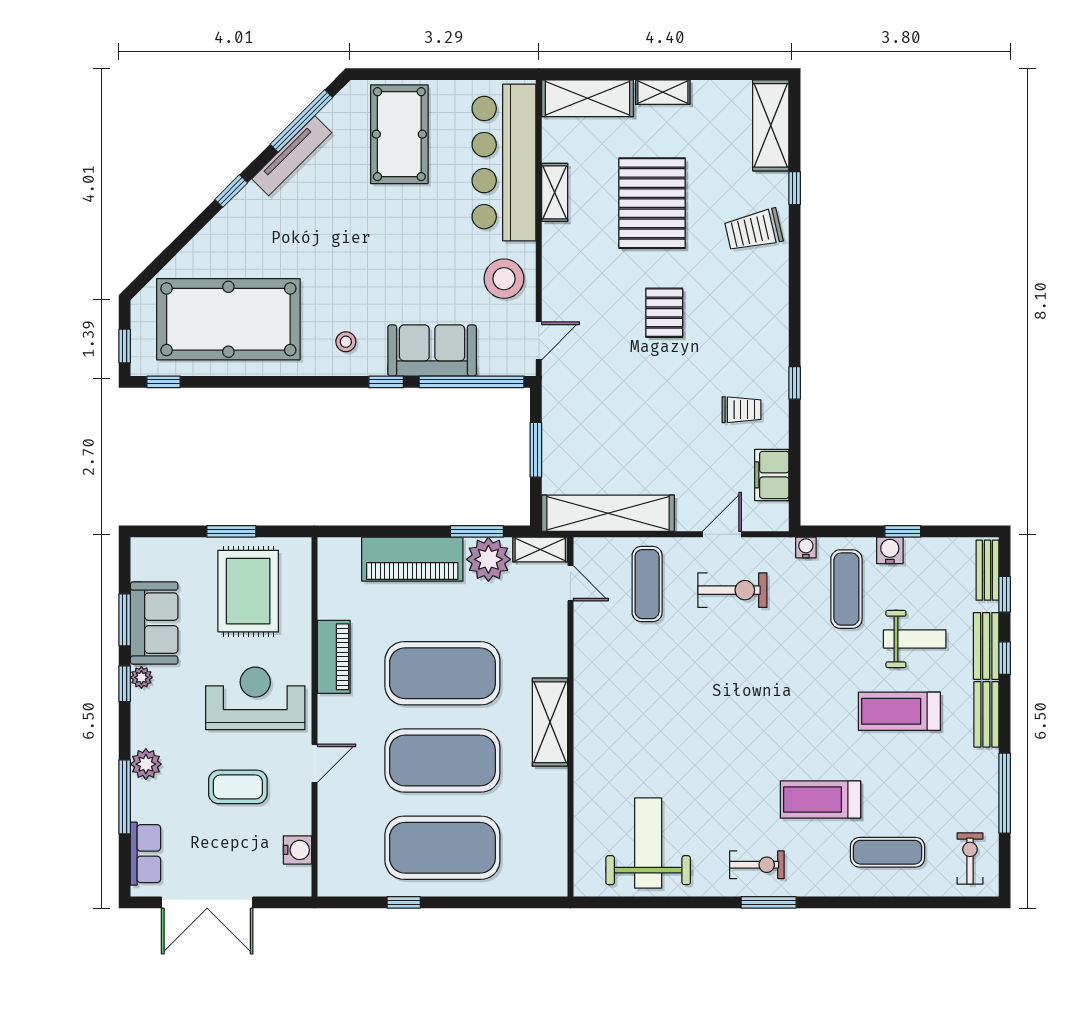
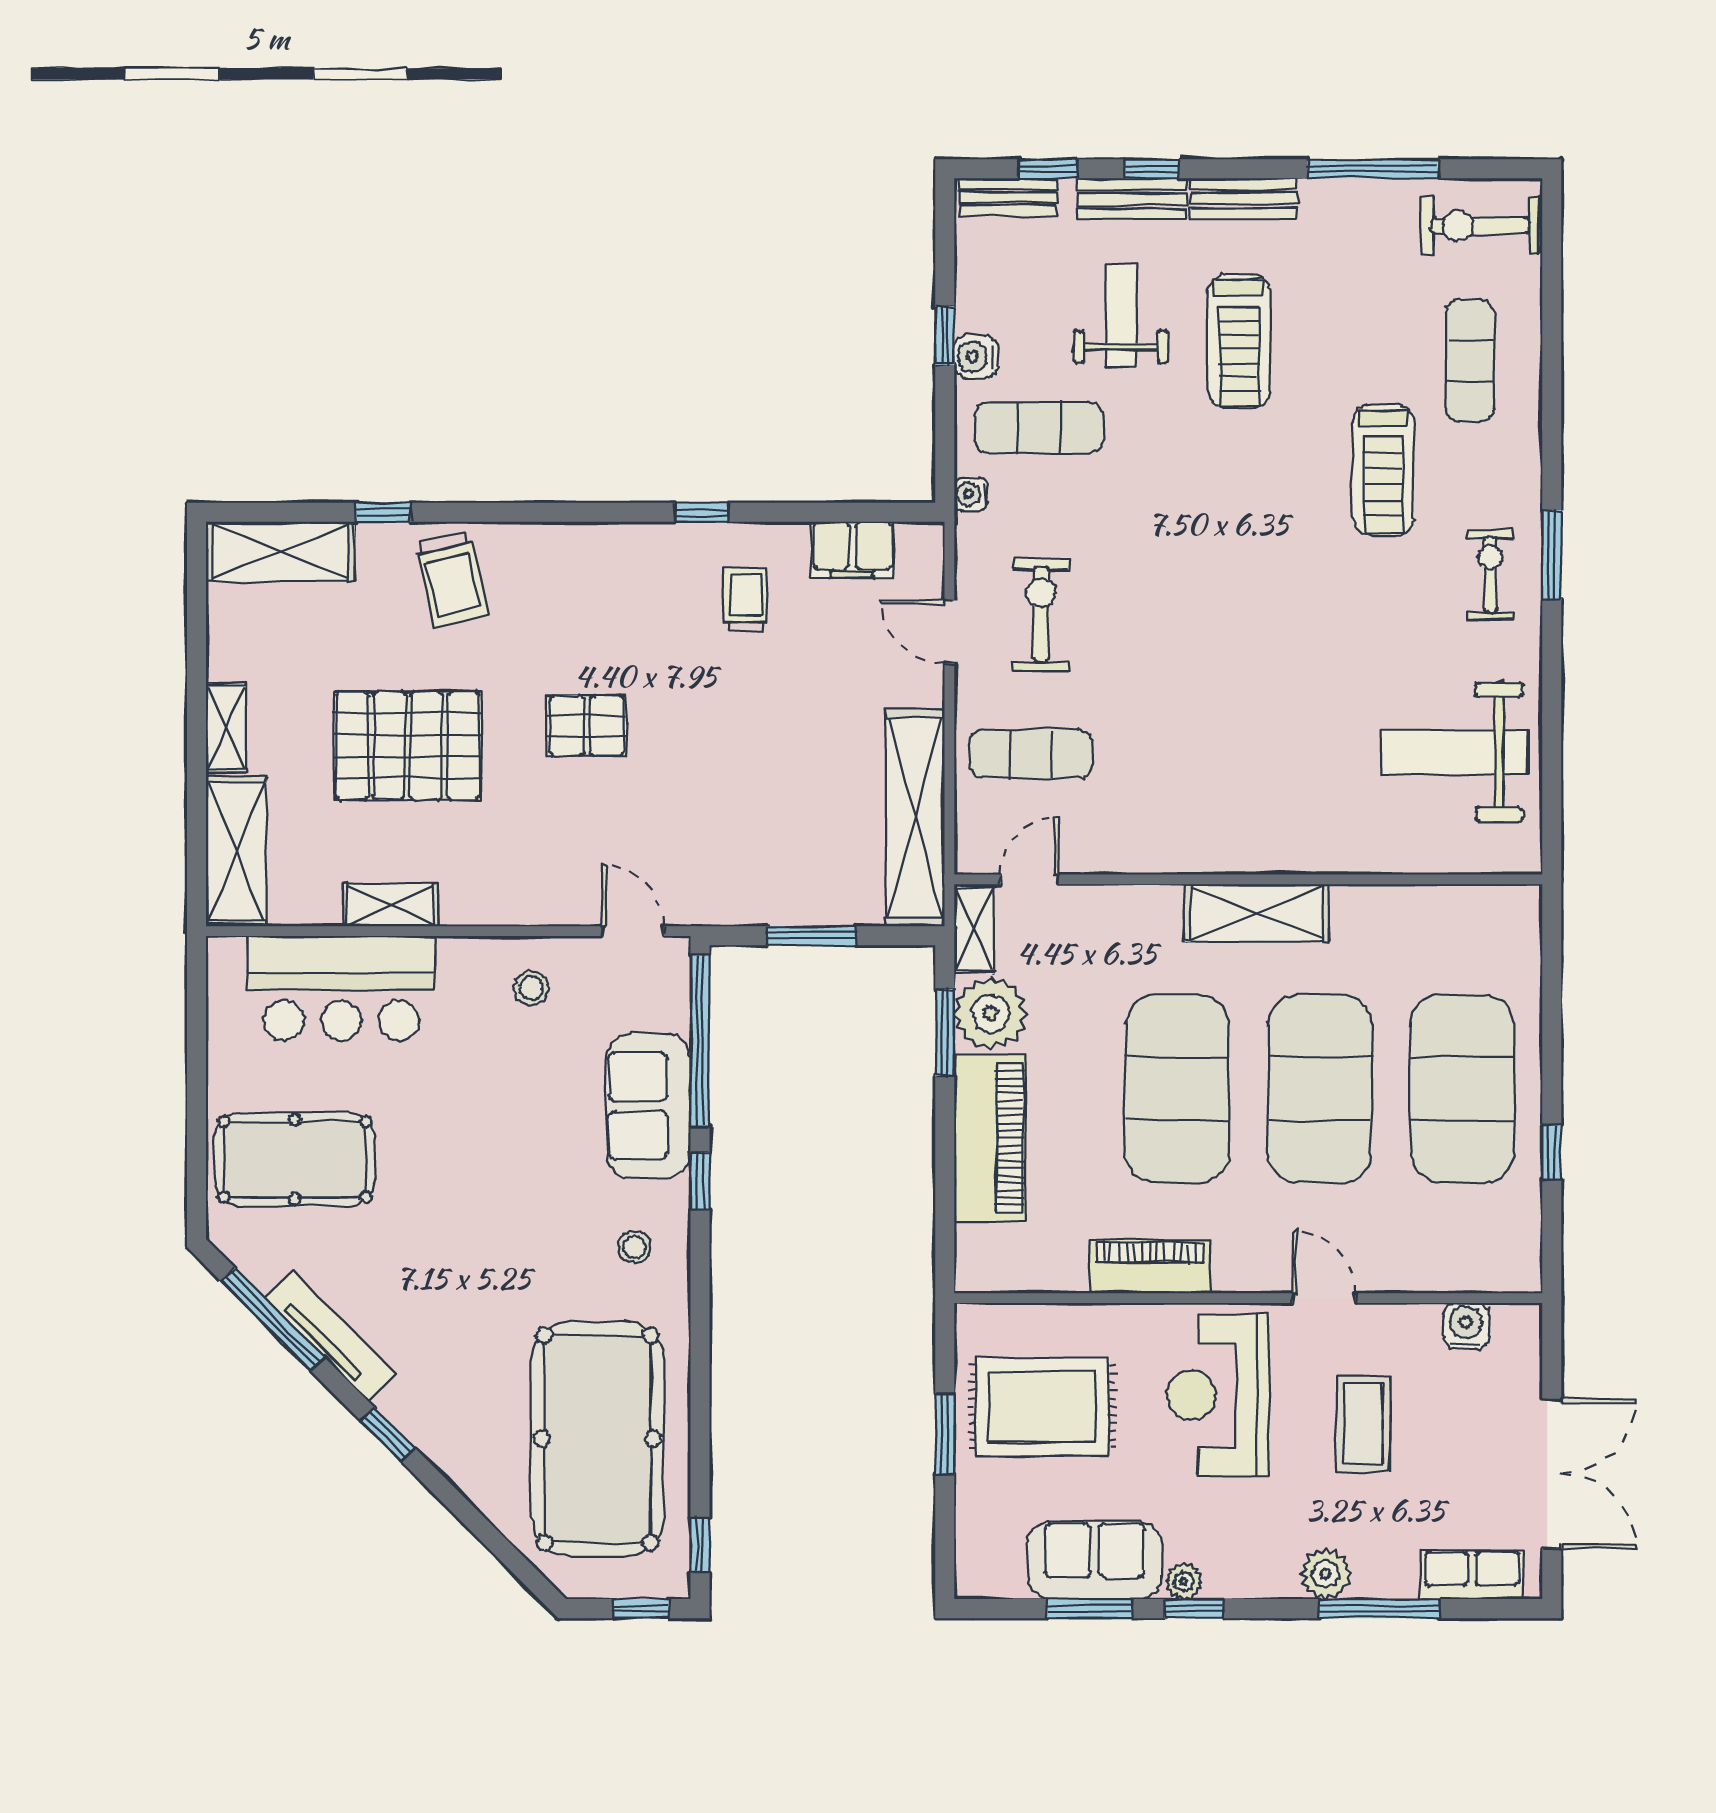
bar counter: (504, 163) -> (341, 988), width x0.73
stool: (504, 279) -> (531, 988), width x0.53, depth x0.53
exercise bike: (970, 859) -> (1480, 226), width x1.38, depth x1.39

